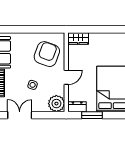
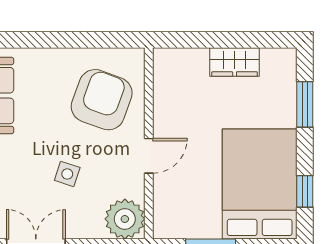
wardrobe: (78, 38) -> (235, 62), moved
dresser: (77, 107) -> (175, 227), removed

